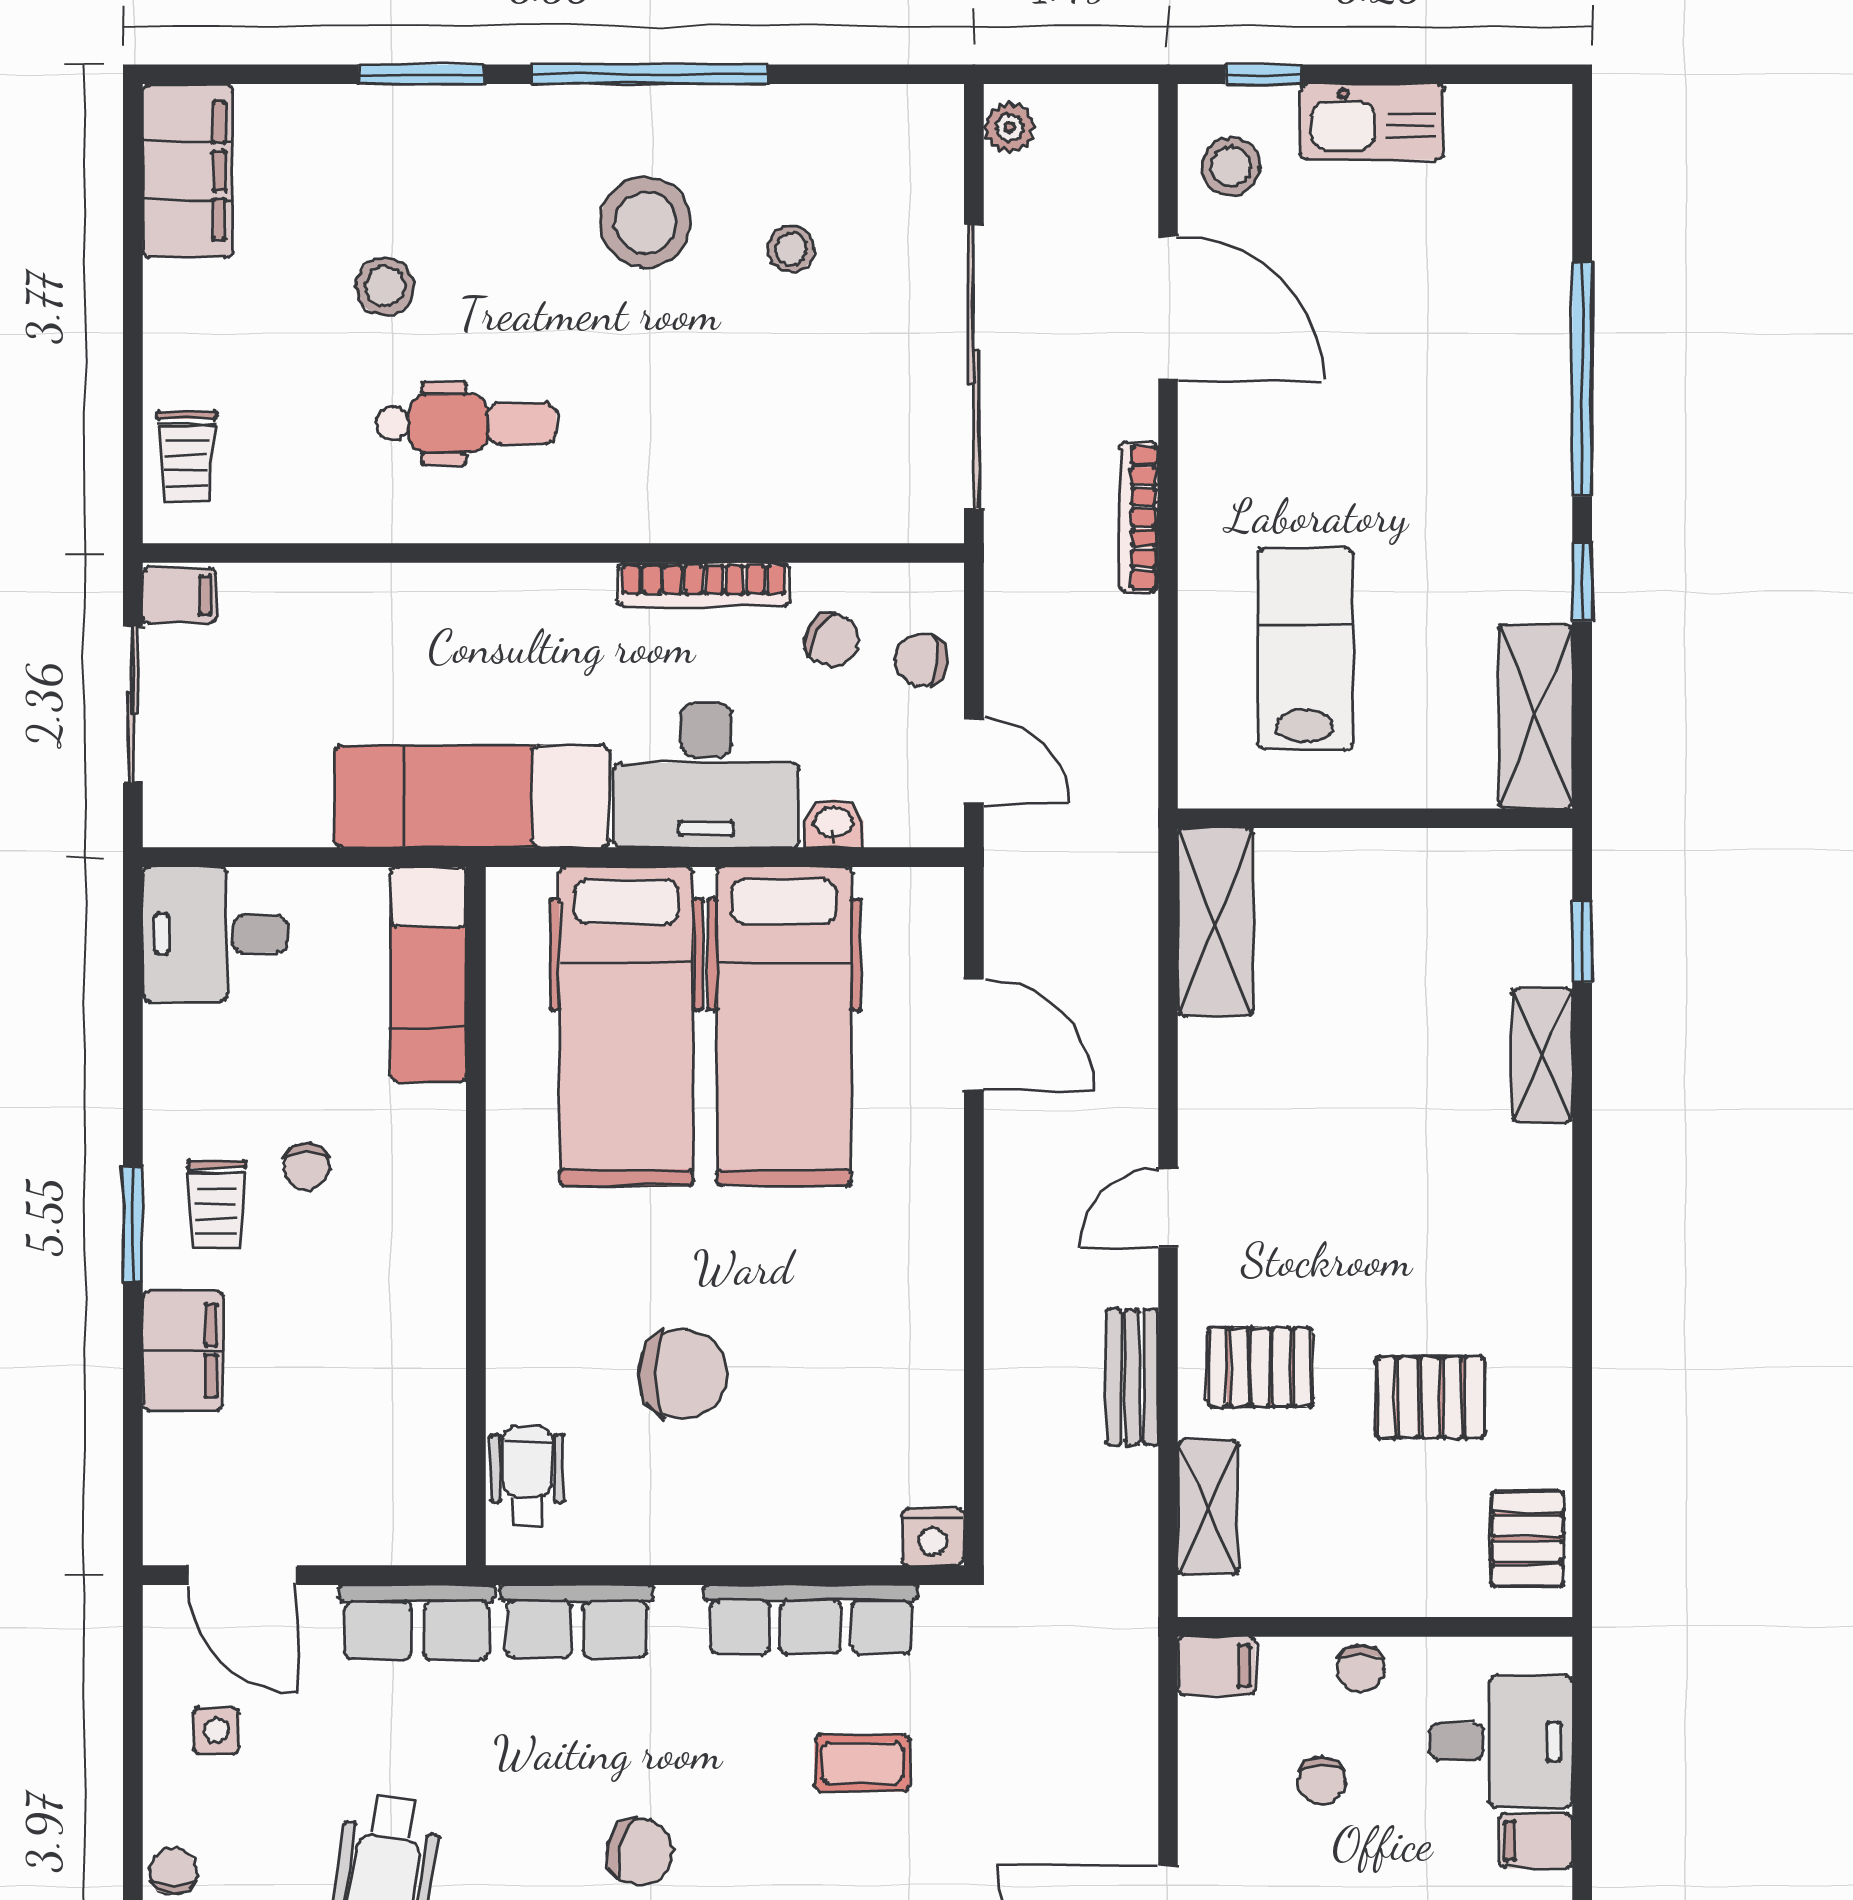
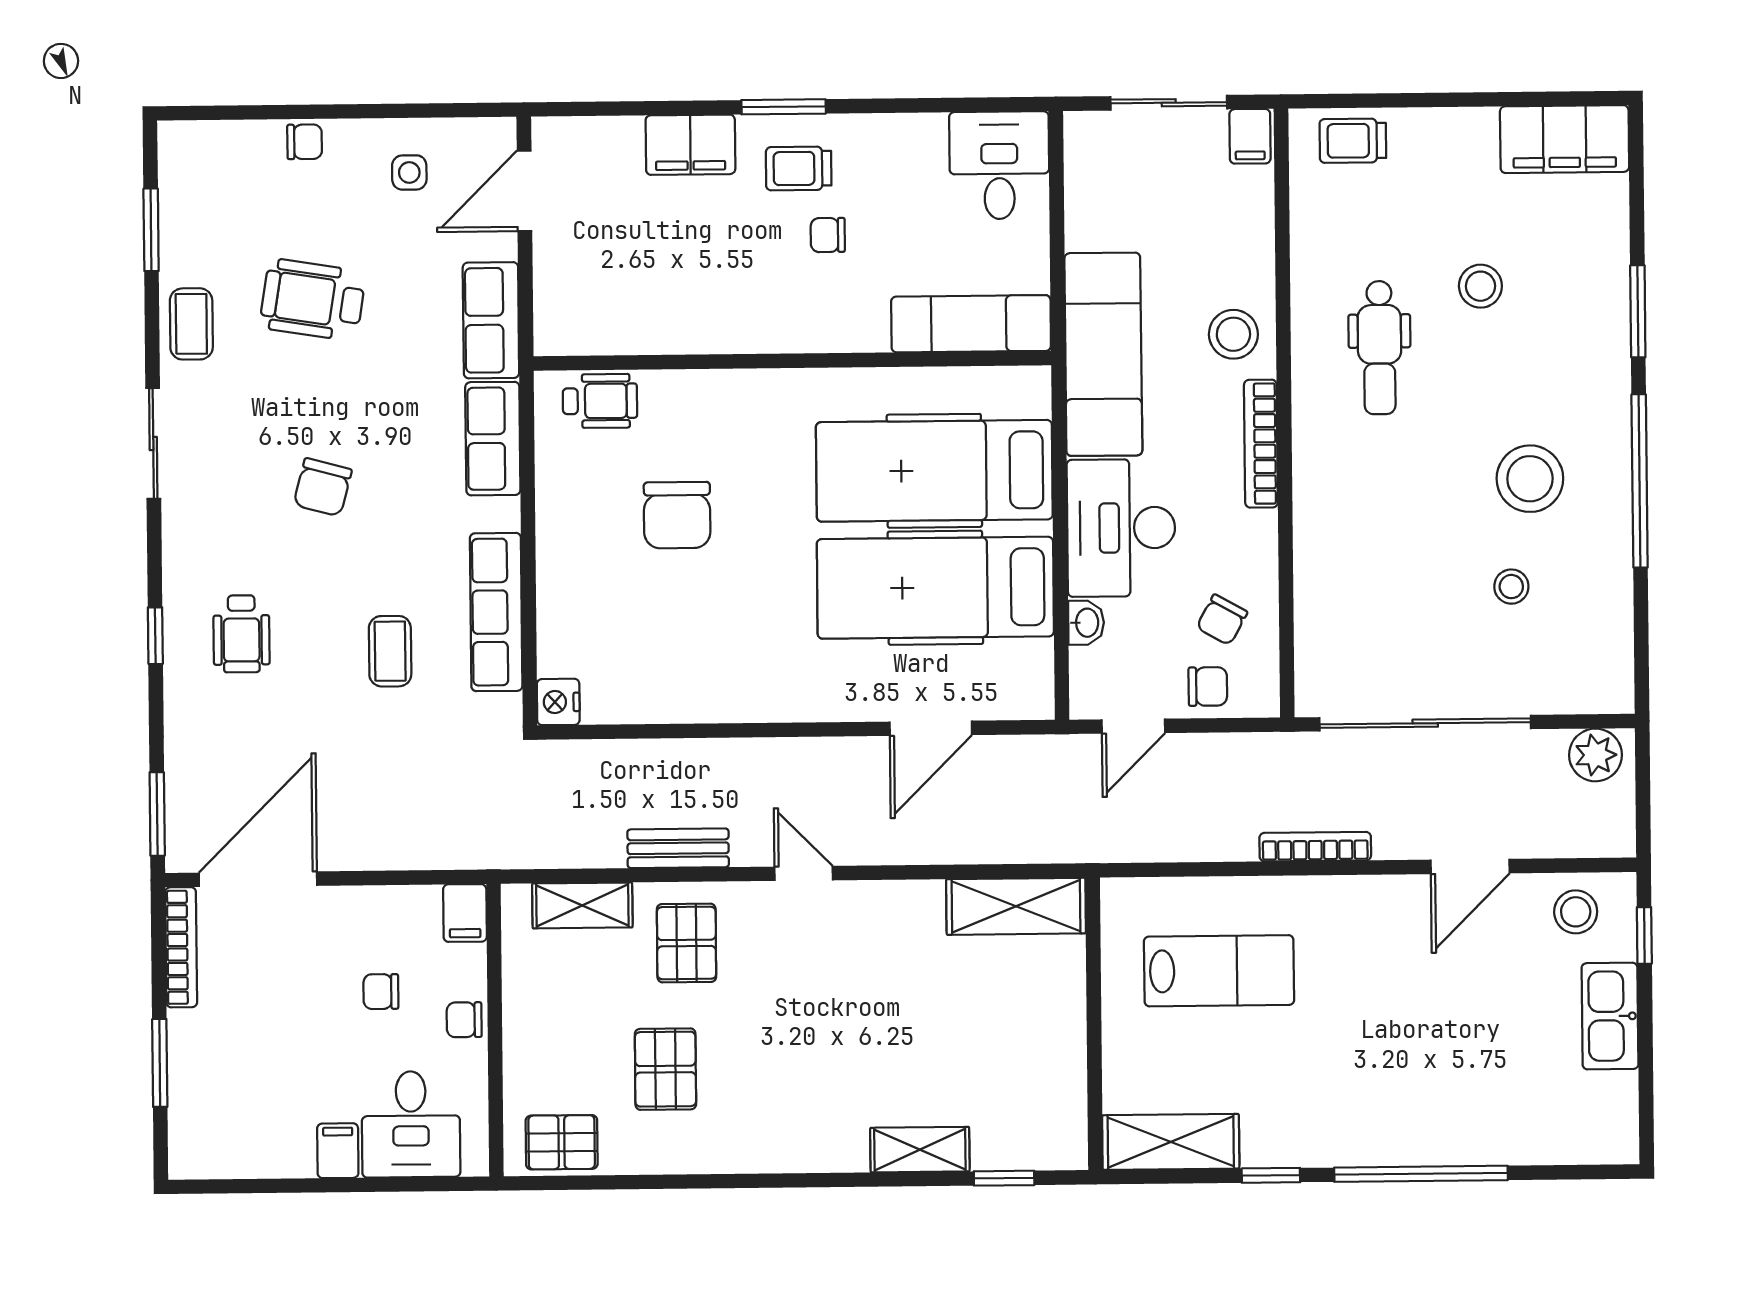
plant: (1010, 128) -> (1596, 755), width x1.38, depth x1.38
door: (1168, 308) -> (1470, 866), width x0.73
bookcase: (704, 585) -> (1261, 444), moved
stool: (446, 620) -> (1233, 334), added
chair: (921, 660) -> (1208, 686), turned 85

